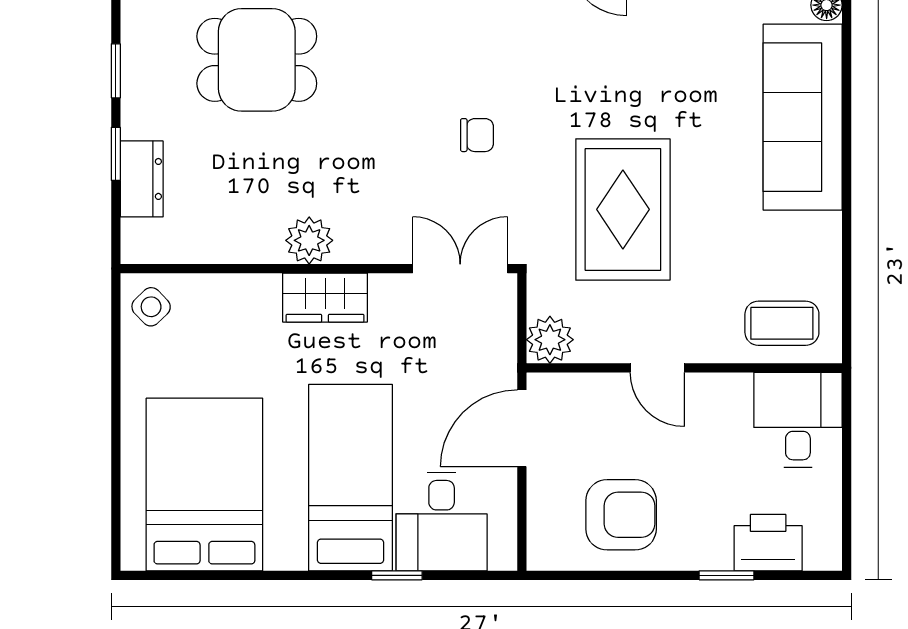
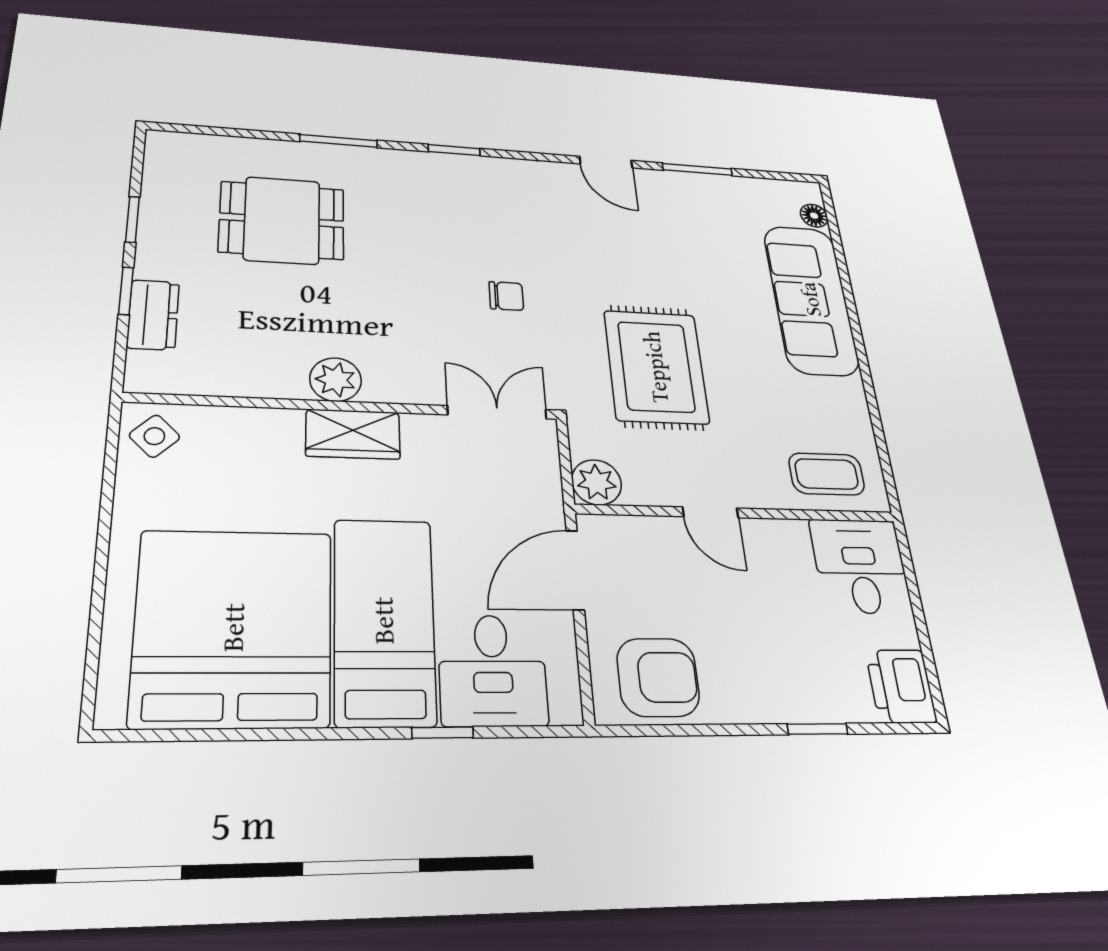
bed: (204, 484) -> (234, 627), width x1.36
armchair: (621, 515) -> (658, 677), moved
printer: (768, 543) -> (901, 686), moved, turned -90

